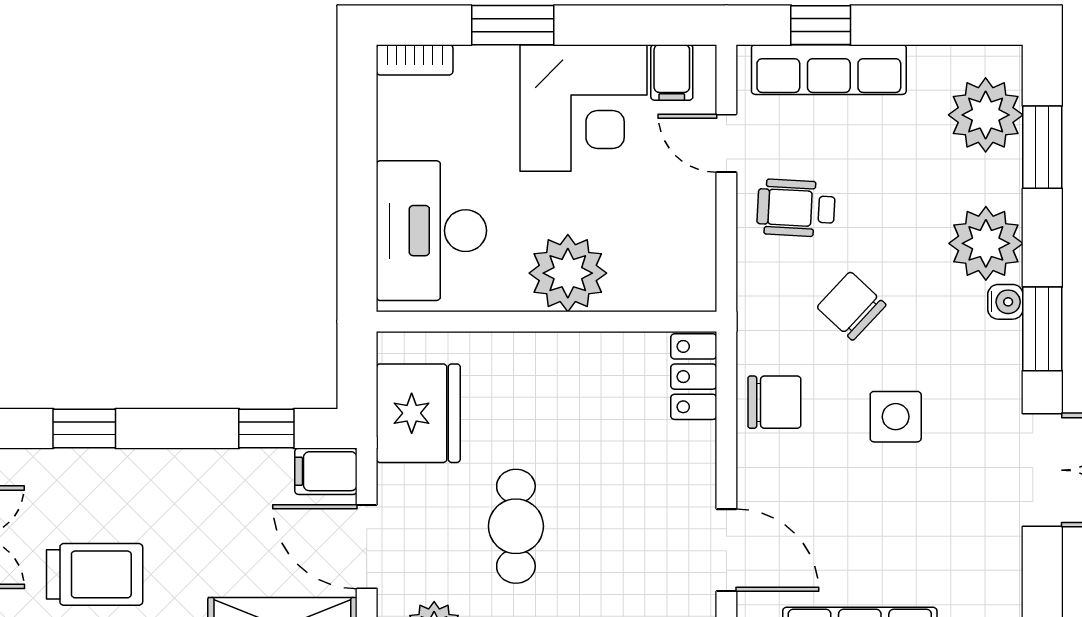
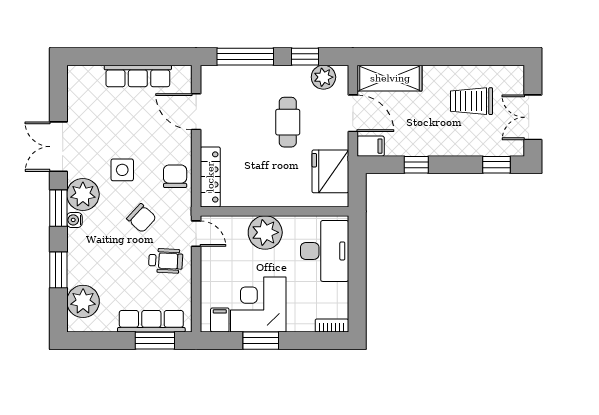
window: (513, 25) -> (261, 341), moved
window: (821, 25) -> (155, 341), width x1.50
door: (726, 143) -> (196, 234), moved
window: (1042, 147) -> (58, 270), moved
plant: (986, 243) -> (83, 194), moved
locker: (694, 377) -> (210, 177), width x1.53
chair: (774, 402) -> (175, 176), turned 90
window: (84, 428) -> (497, 165), moved
window: (266, 428) -> (416, 165), moved

